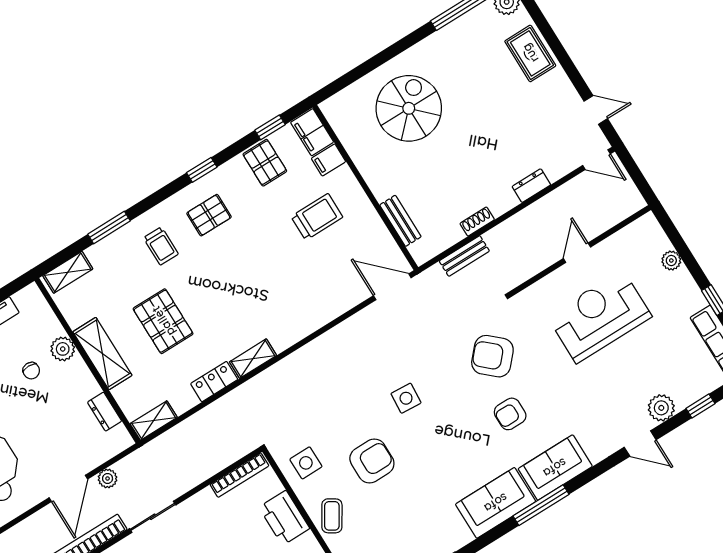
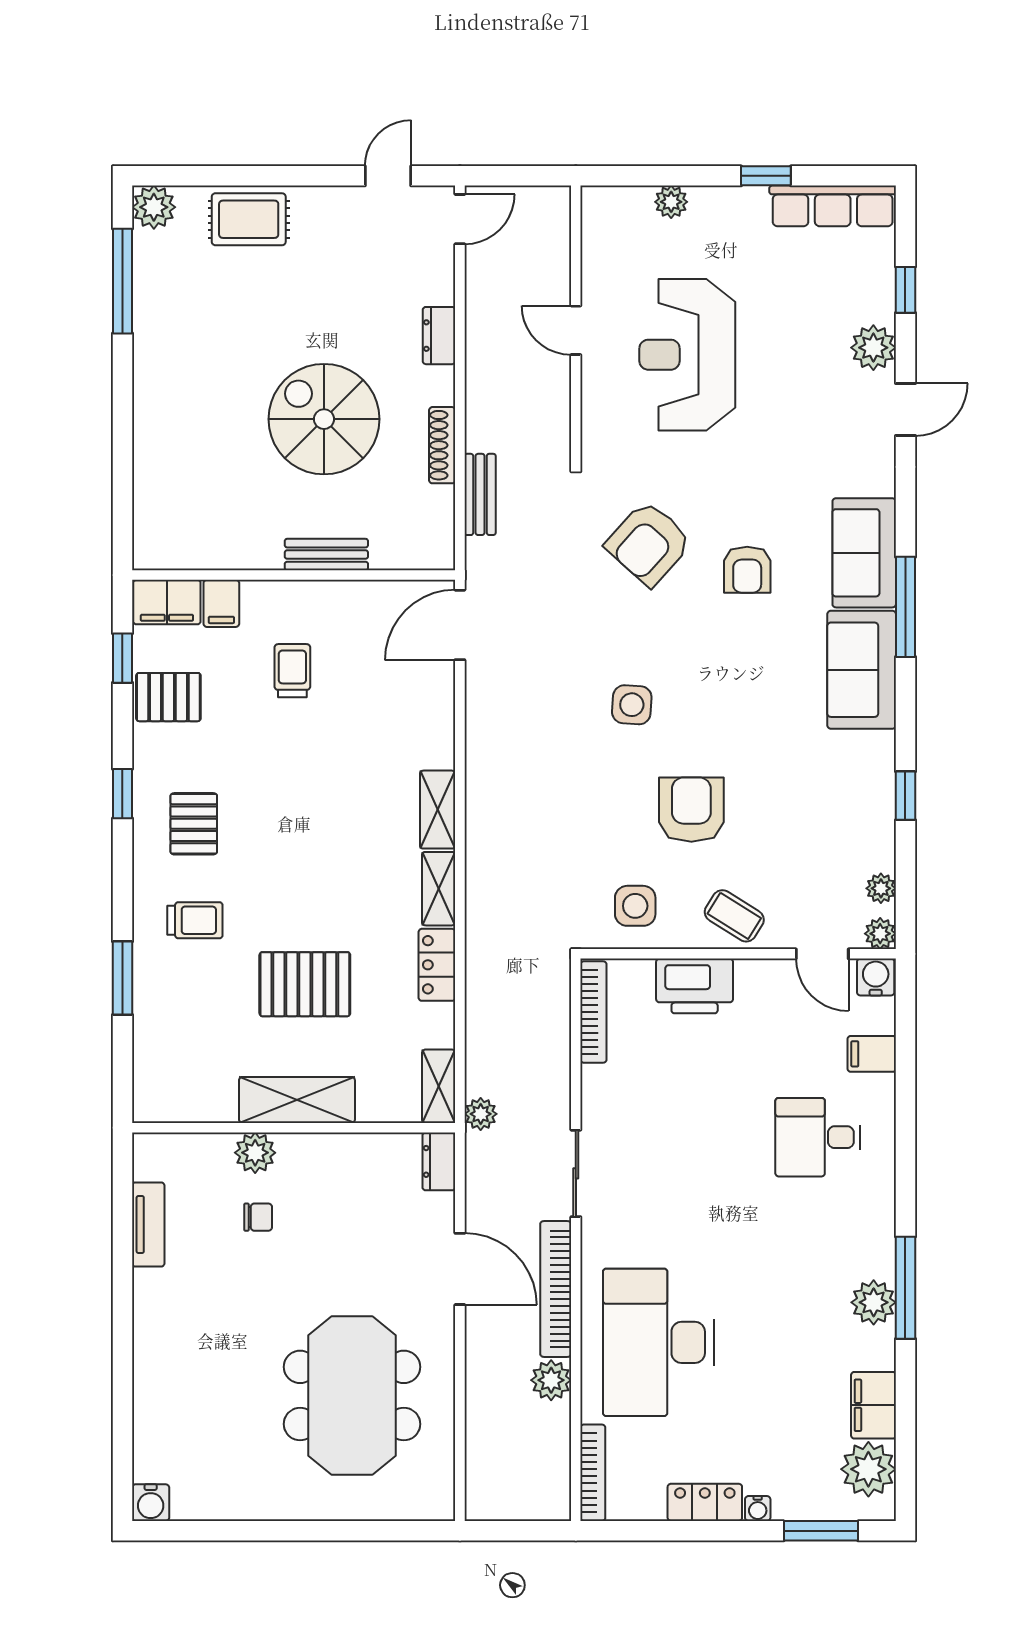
spiral stairs: (409, 108) -> (324, 419), moved
trolley: (317, 217) -> (292, 671), width x0.73, depth x0.72
bench: (400, 221) -> (326, 555), moved
shoe rack: (477, 222) -> (442, 445), width x1.43
shelving: (68, 272) -> (438, 810), moved
dresser: (105, 412) -> (439, 1161), moved, turned 90
plant: (108, 478) -> (481, 1114), moved

